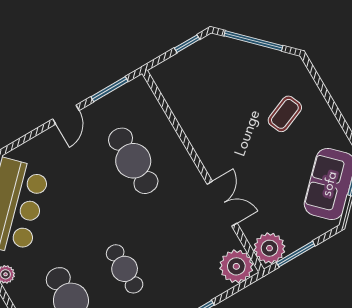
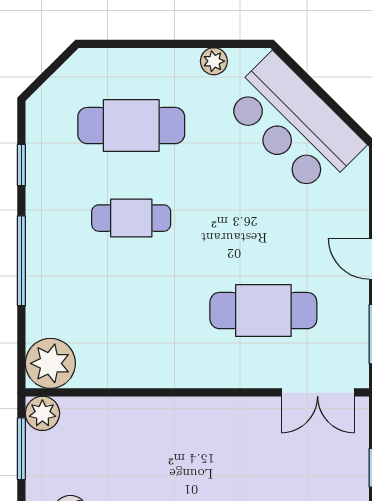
double door: (222, 204) -> (318, 392), moved
plant: (269, 248) -> (42, 413), width x0.73, depth x0.73

